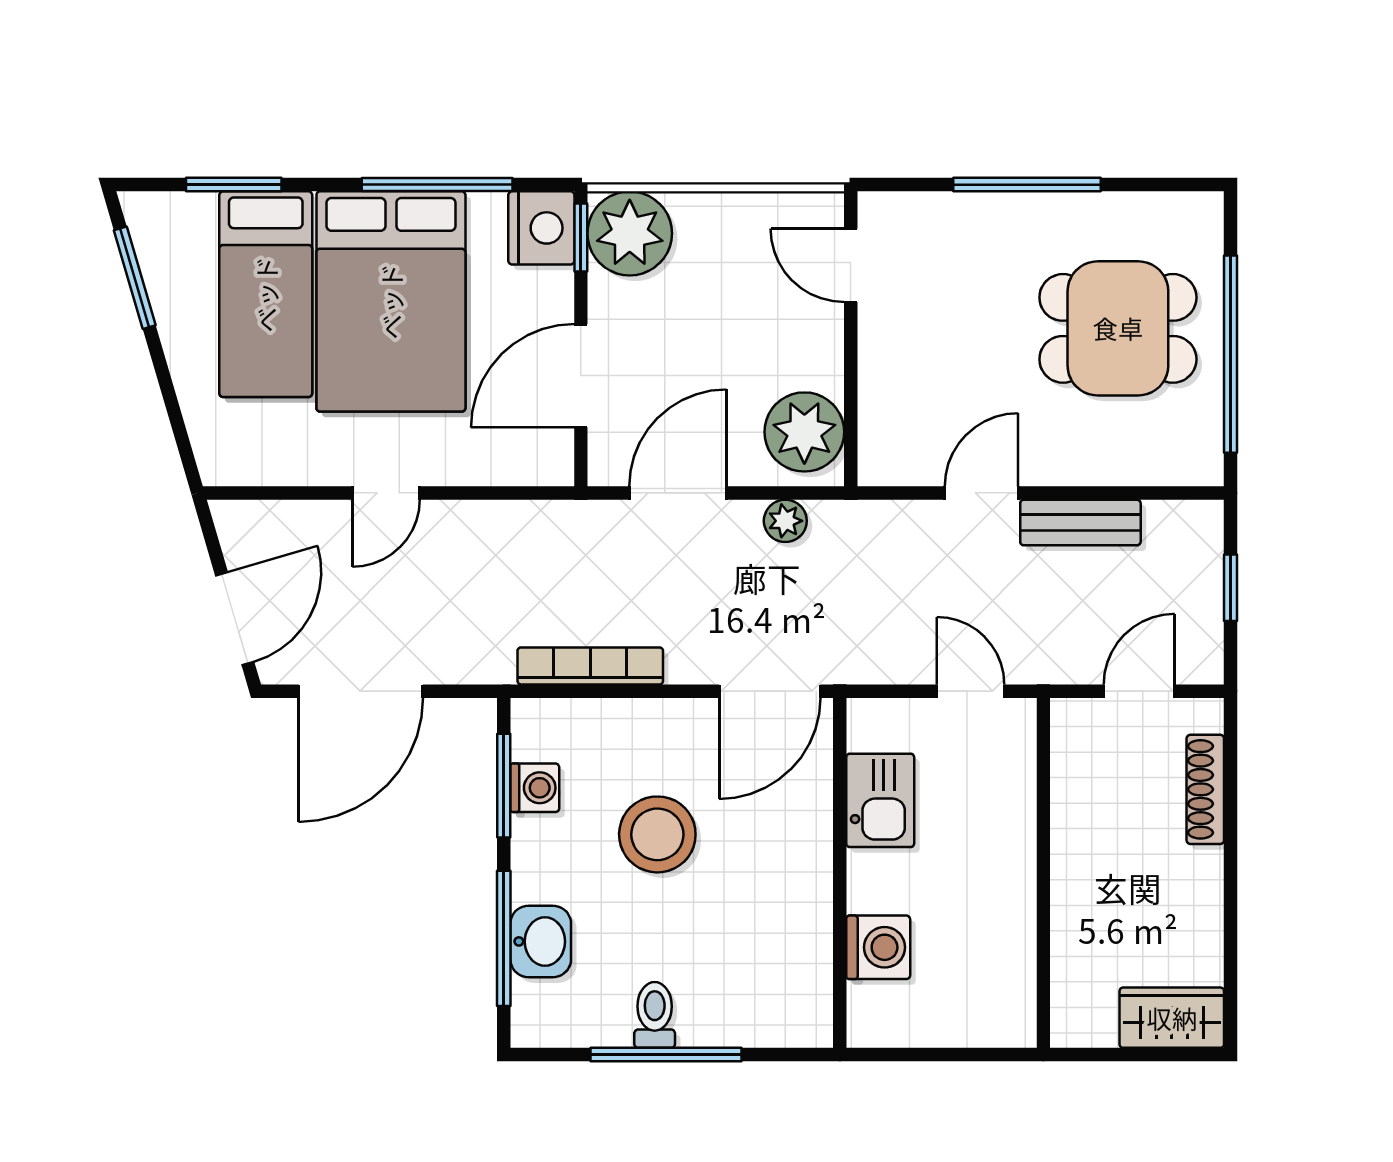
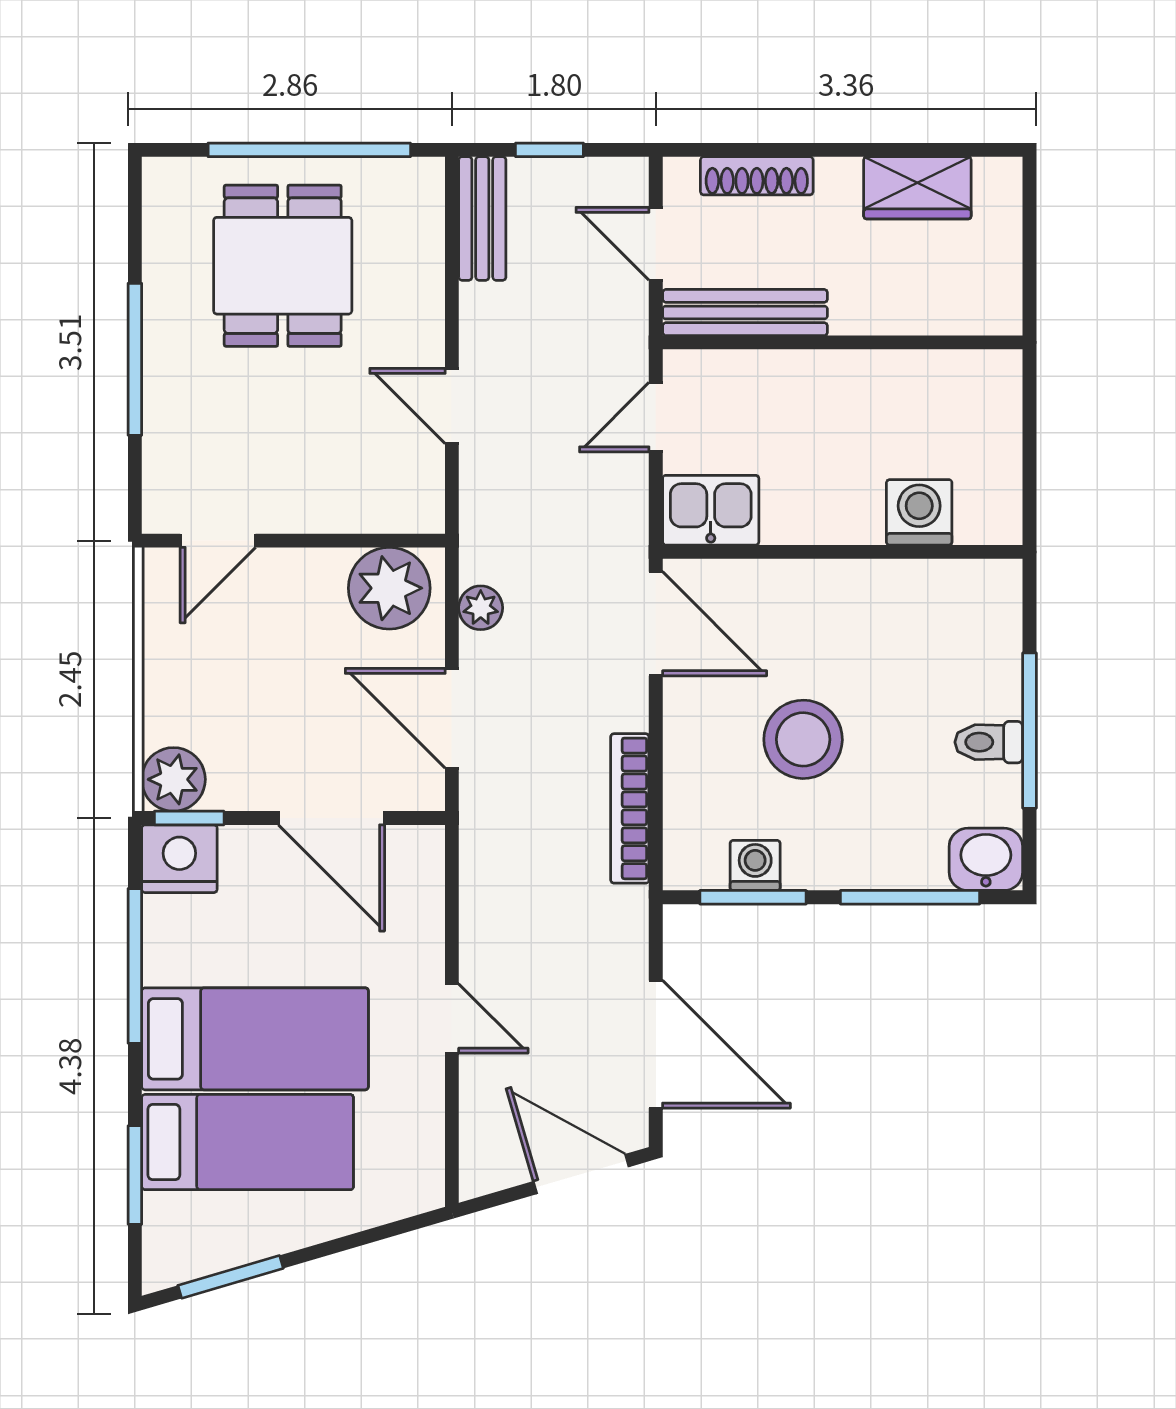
plant: (630, 233) -> (173, 779), width x0.73, depth x0.73
bed: (391, 301) -> (255, 1039), width x0.67
bench: (1080, 522) -> (482, 218), moved
bench: (1072, 778) -> (745, 312), added
kitchen sink: (880, 800) -> (711, 510), moved
washbasin: (541, 941) -> (986, 859), moved
wardrobe: (1172, 1018) -> (917, 188), moved, turned -90

